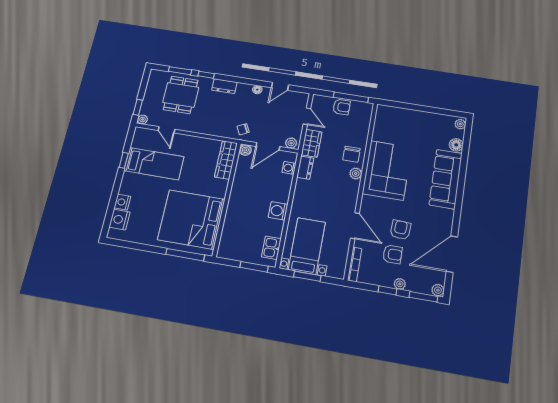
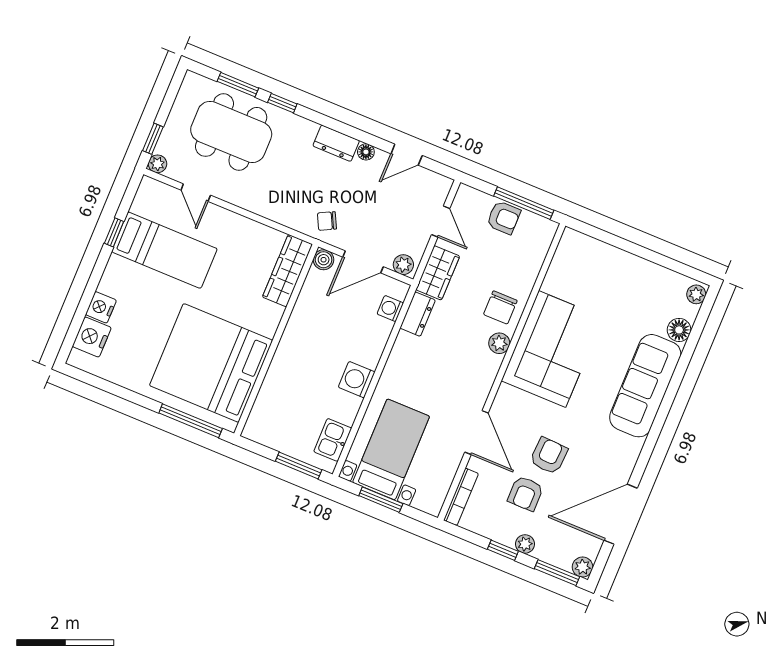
dresser: (224, 86) -> (336, 143), moved
dining table: (181, 95) -> (231, 132), width x1.38
armchair: (392, 254) -> (526, 493), turned 90

